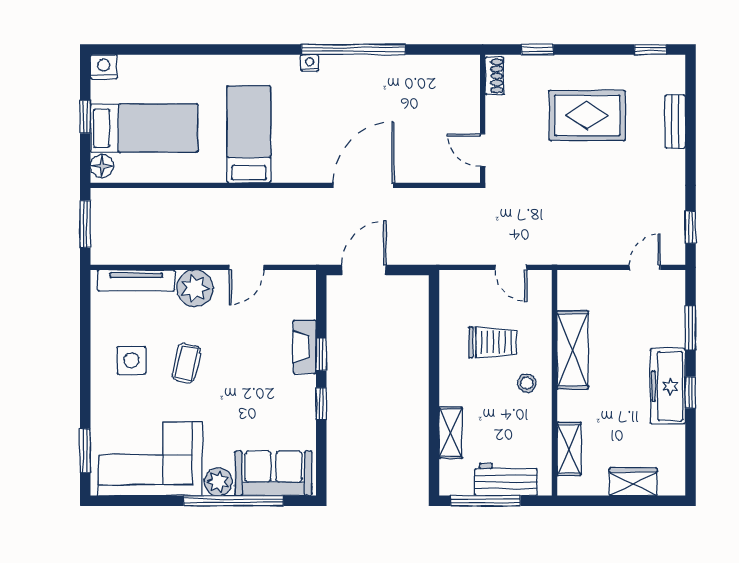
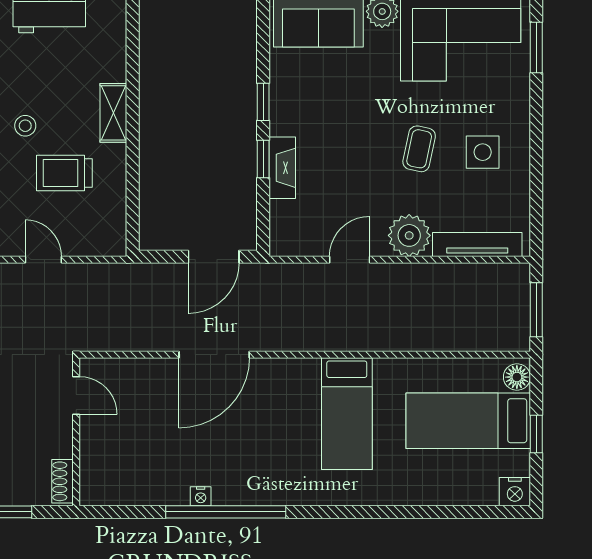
nightstand: (310, 63) -> (201, 496), moved
shelving: (451, 433) -> (113, 113), moved

